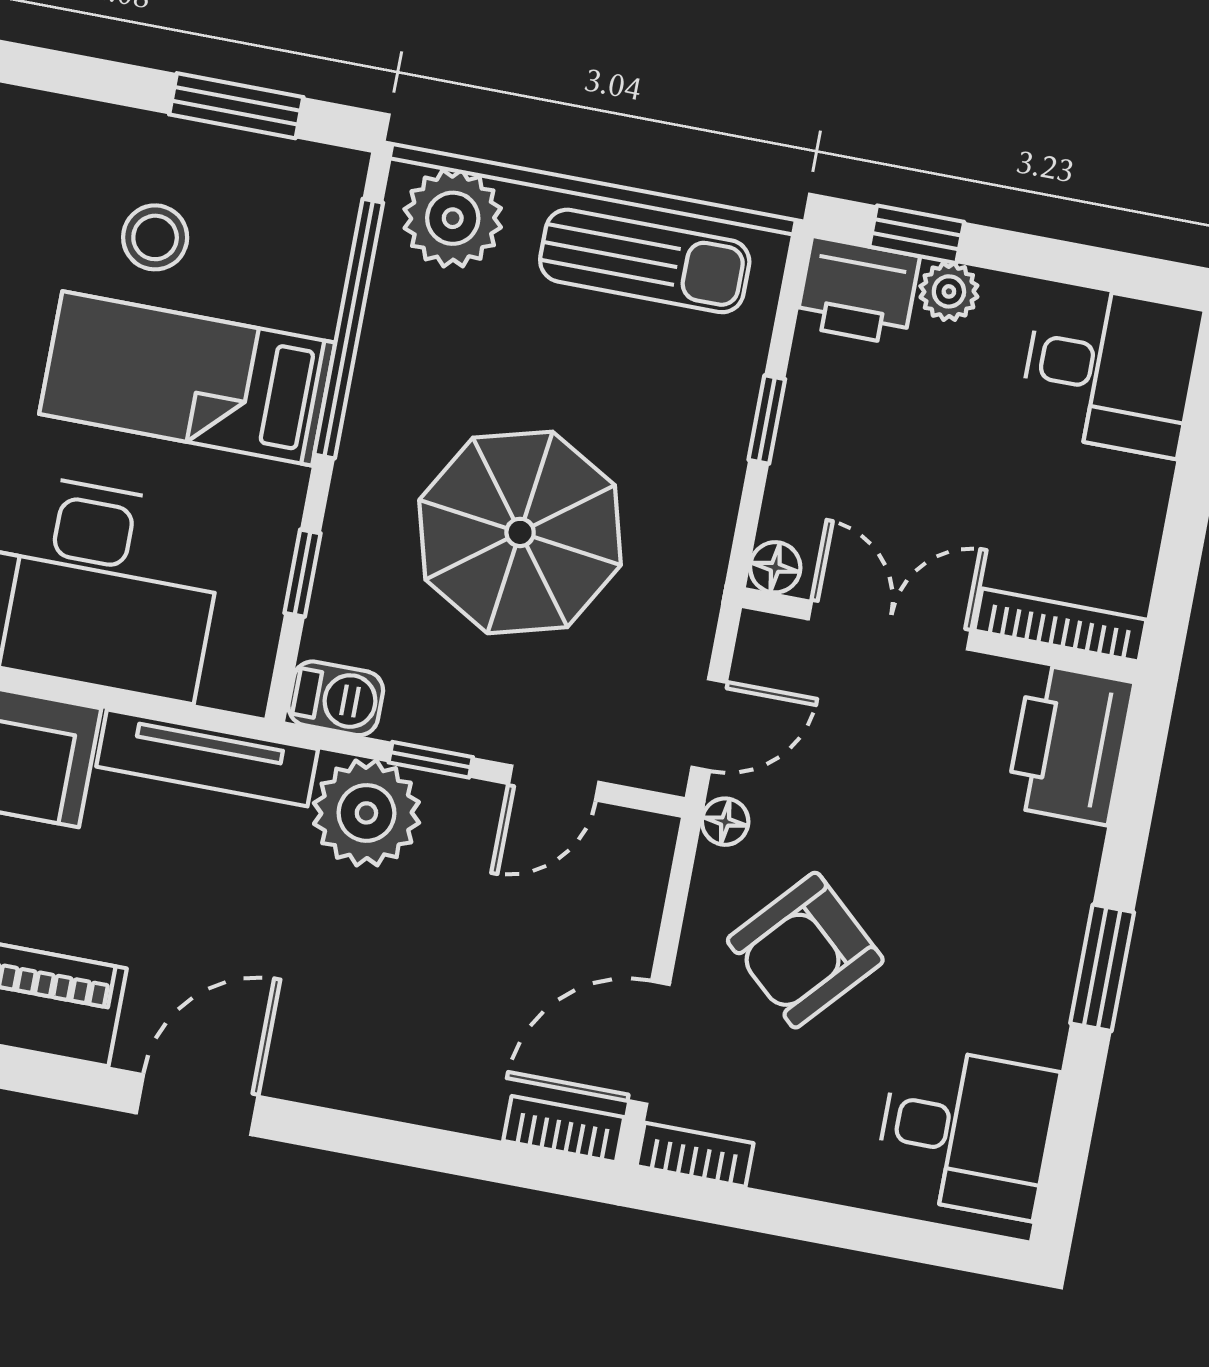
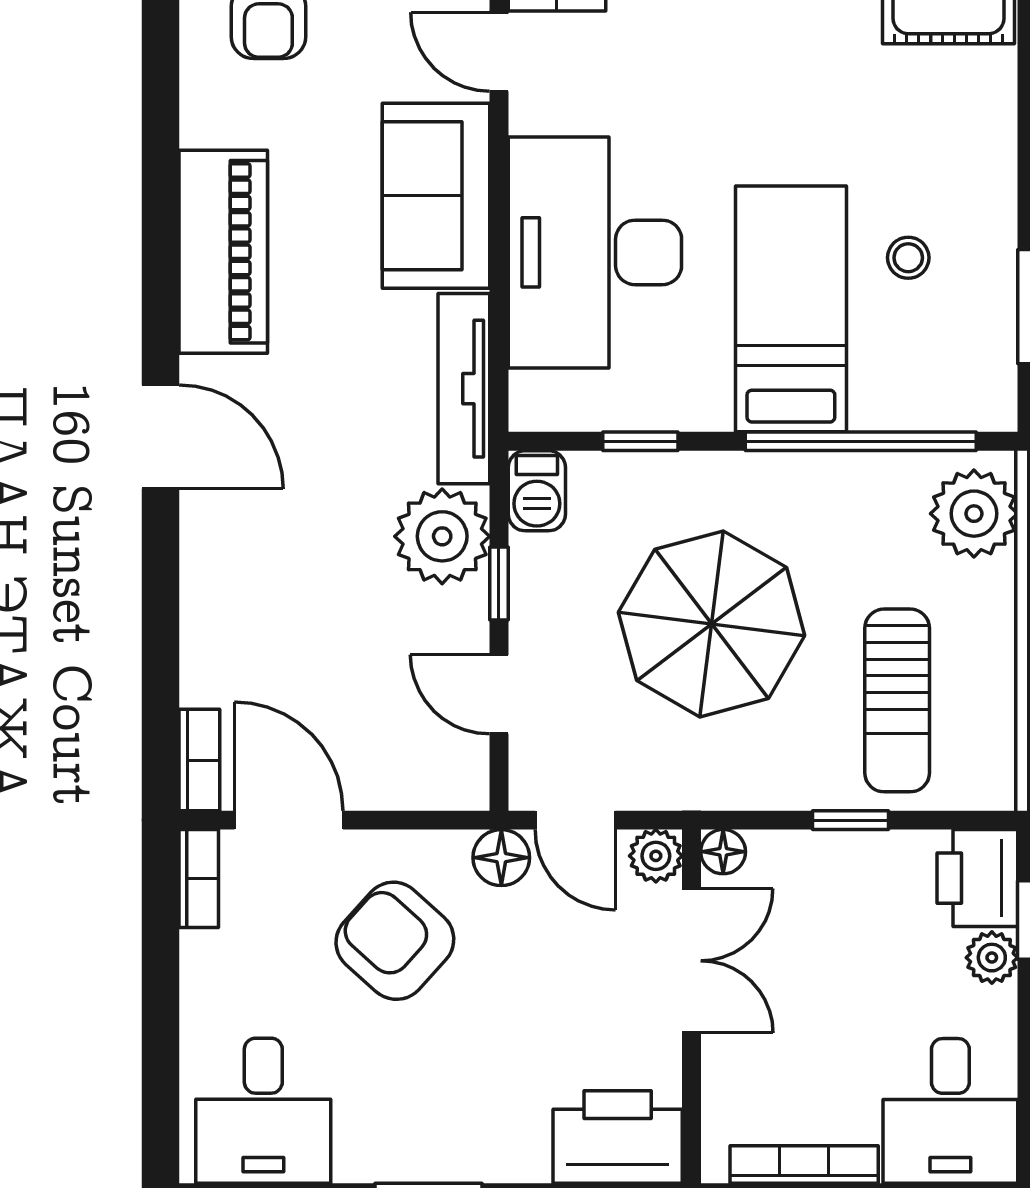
stool: (155, 237) -> (908, 258), width x0.73, depth x0.73
sun lounger: (645, 261) -> (897, 700), moved
bookcase: (1060, 625) -> (804, 1164), moved, turned -90
plant: (766, 643) -> (656, 856), added
floor lamp: (725, 822) -> (501, 858), width x1.37, depth x1.37

